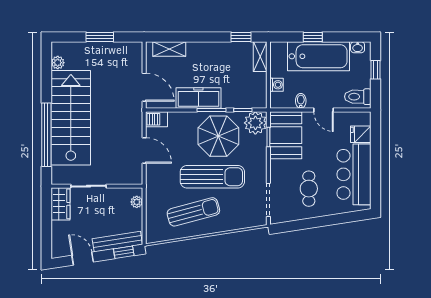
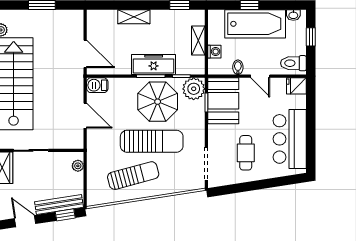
shelving: (169, 49) -> (134, 17), moved
shelving: (260, 57) -> (198, 40), moved
freezer: (198, 98) -> (154, 64), moved
fridge: (361, 134) -> (296, 86), moved

